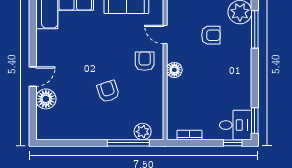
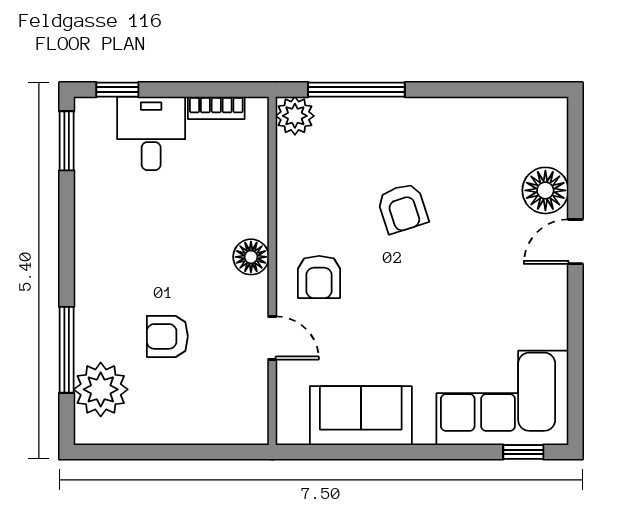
desk: (236, 125) -> (151, 133), moved, turned 90
plant: (143, 132) -> (295, 116), moved

